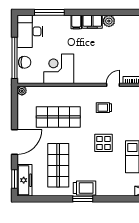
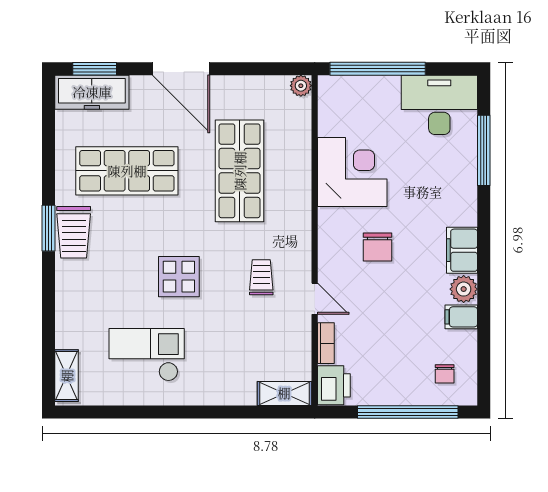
filing cabinet: (76, 22) -> (461, 317), moved
chair: (25, 62) -> (377, 247), moved

